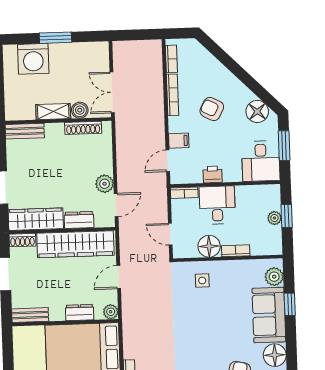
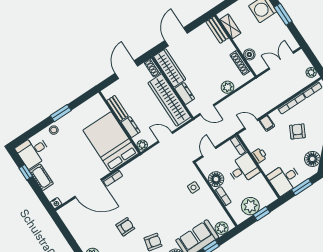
plant: (149, 47) -> (311, 72), added
double door: (112, 92) -> (281, 61), moved
shelving: (53, 112) -> (230, 26), moved
plant: (105, 184) -> (227, 87), moved
plant: (274, 218) -> (250, 206), width x1.88, depth x1.88
bench: (30, 315) -> (117, 108), moved

